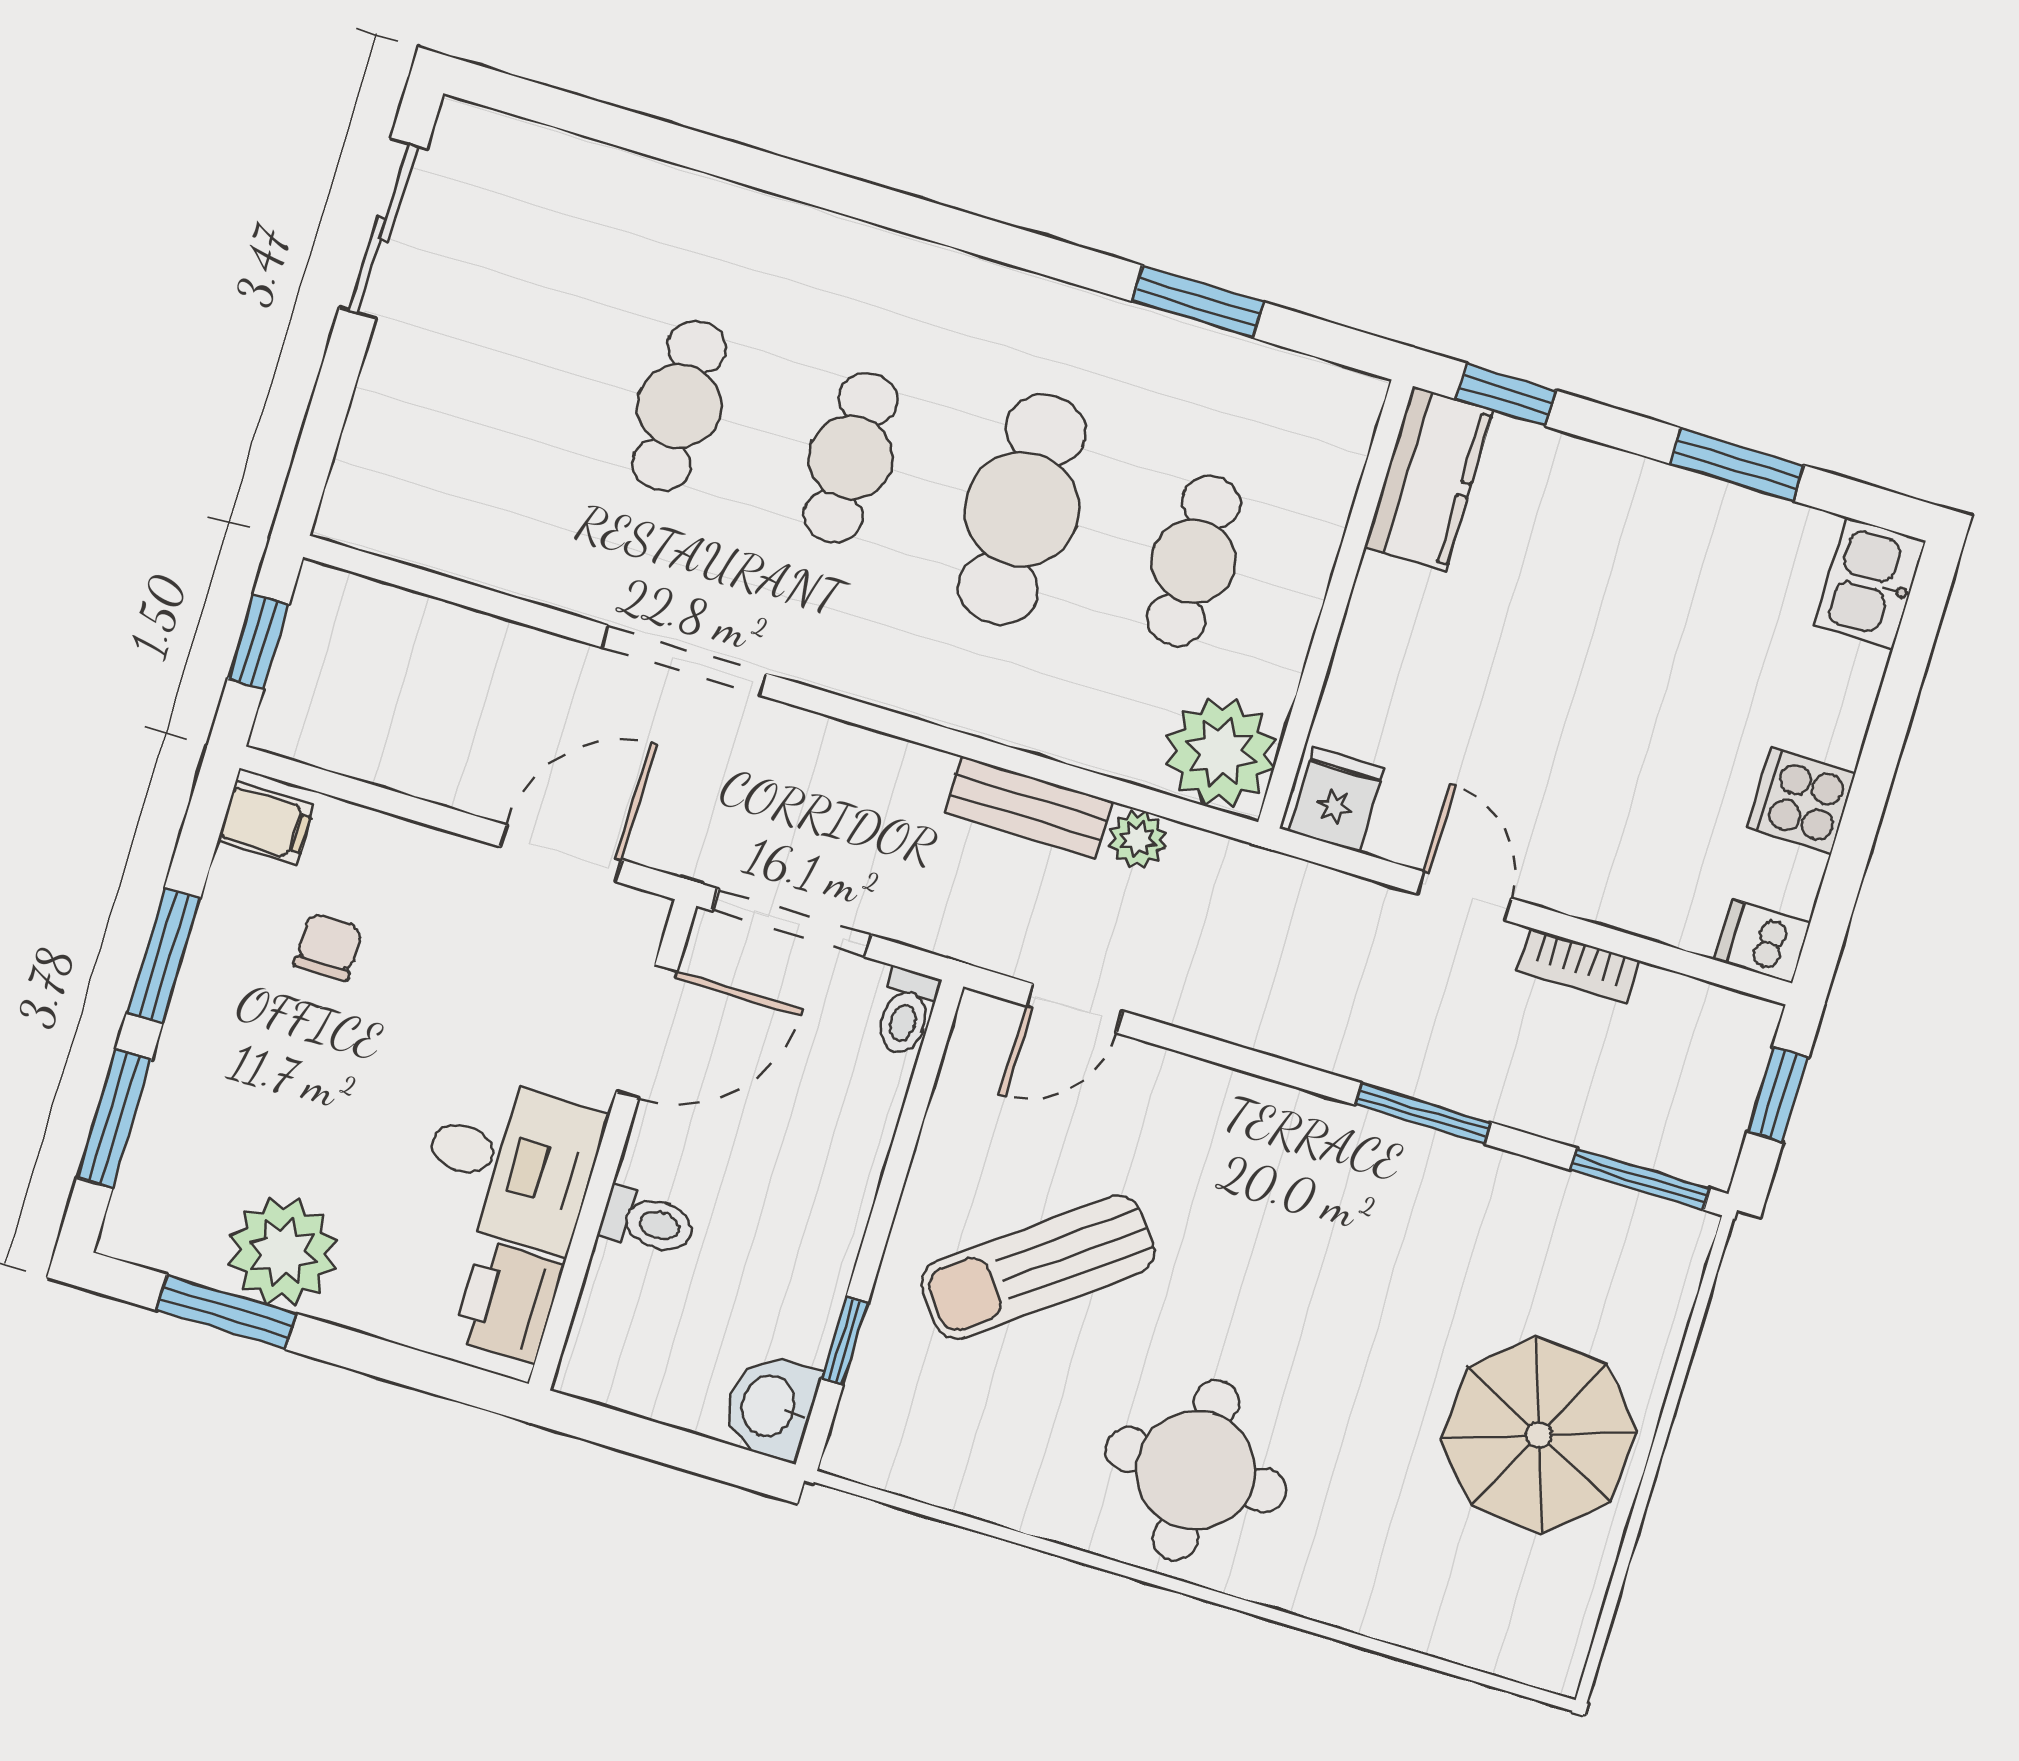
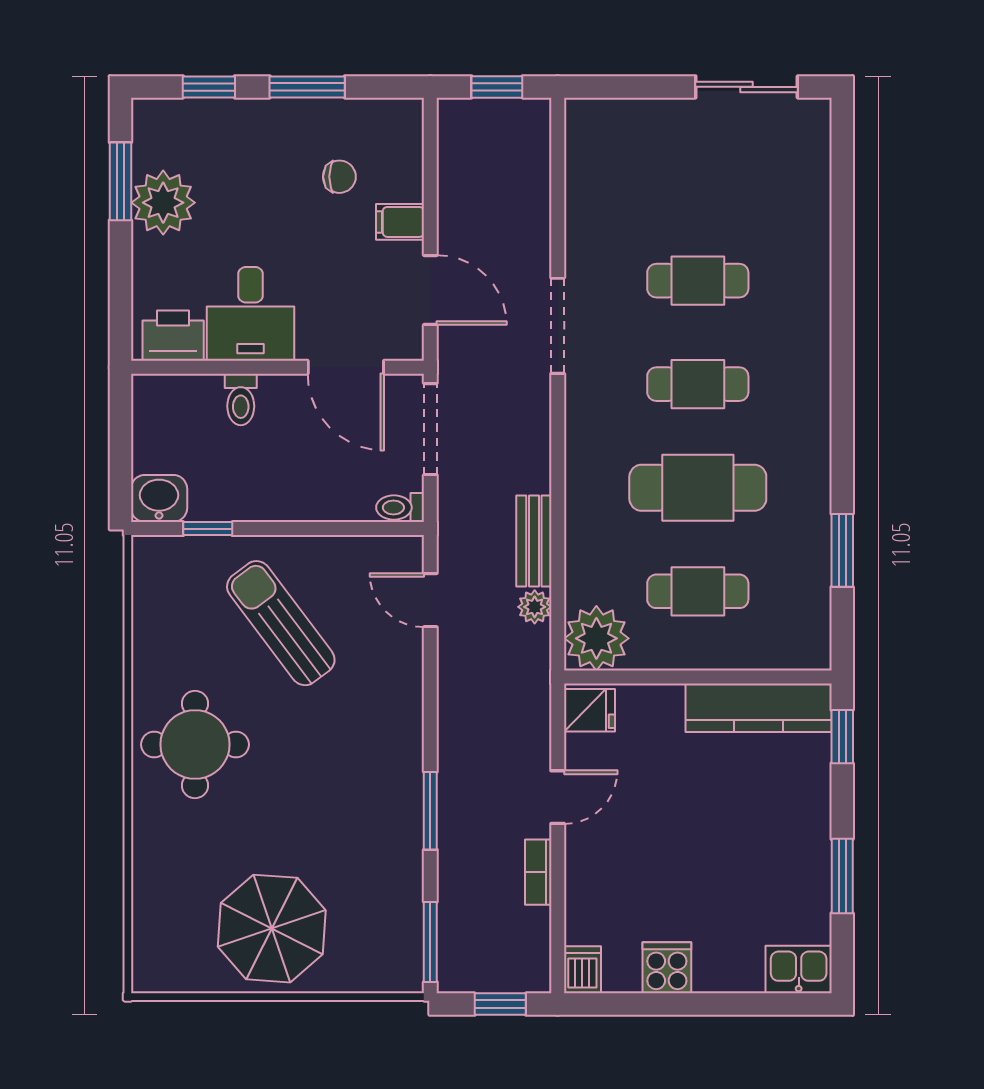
kitchen counter: (1429, 479) -> (759, 708), width x1.50
filing cabinet: (266, 823) -> (400, 222), moved, turned 90
window: (114, 1118) -> (209, 87), width x0.67

